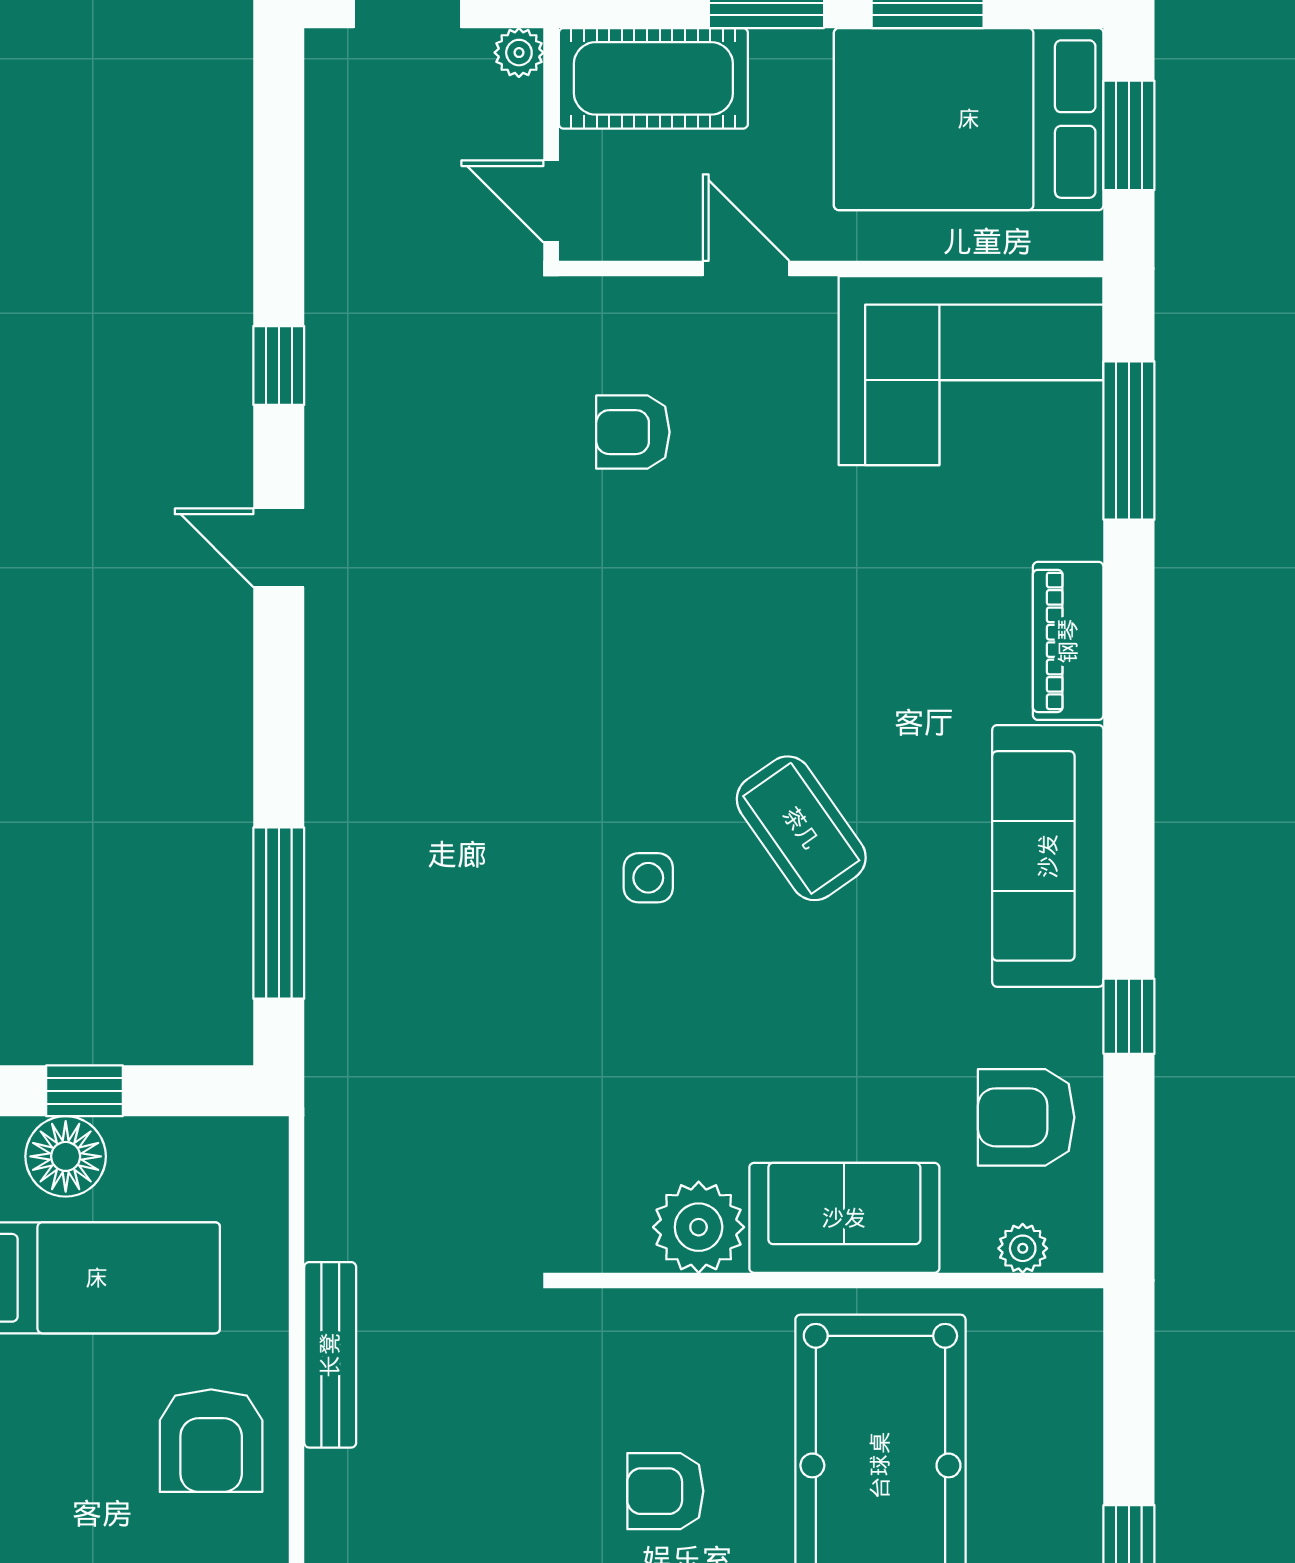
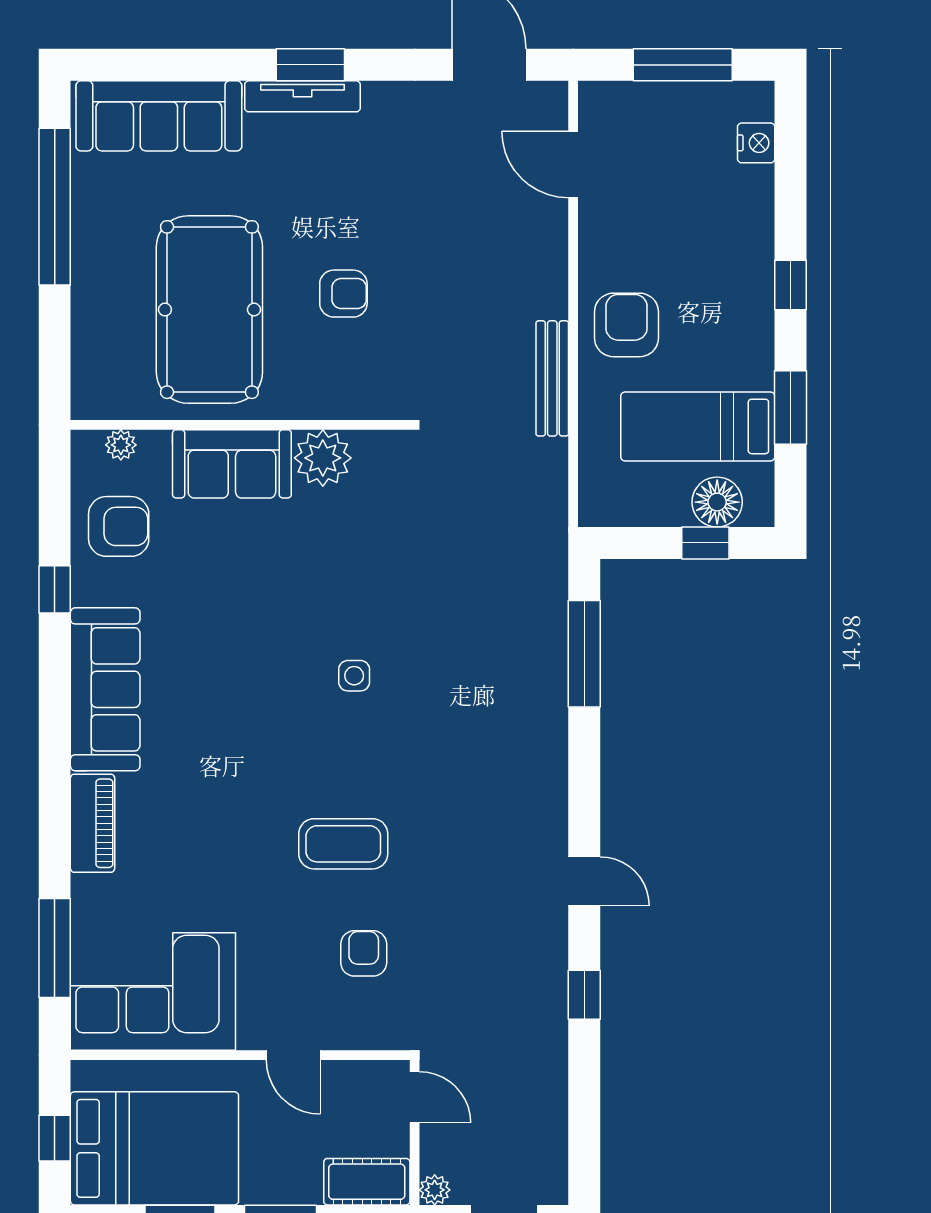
cot: (653, 78) -> (367, 1182), width x0.73, depth x0.75
window: (1129, 135) -> (55, 1138), width x0.67
armchair: (633, 432) -> (364, 953), turned -90
coffee table: (801, 828) -> (343, 844), moved, turned -55

